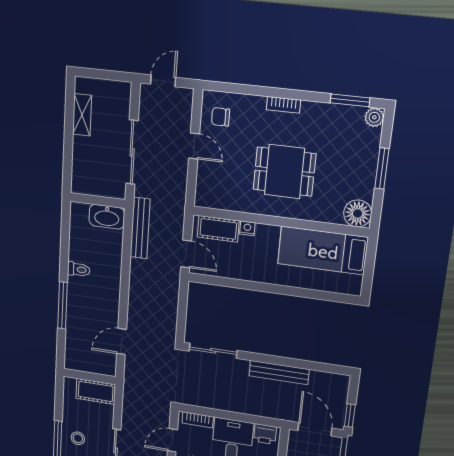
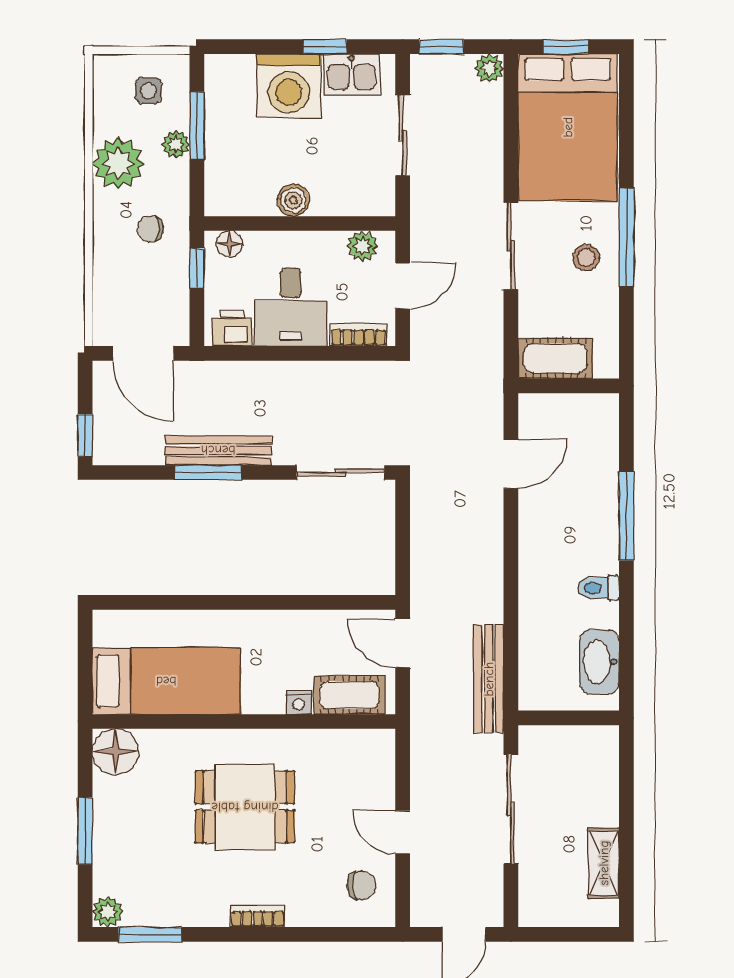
washbasin: (107, 217) -> (599, 662), moved, turned -90
window: (286, 362) -> (208, 472), added
window: (350, 416) -> (85, 435), moved

